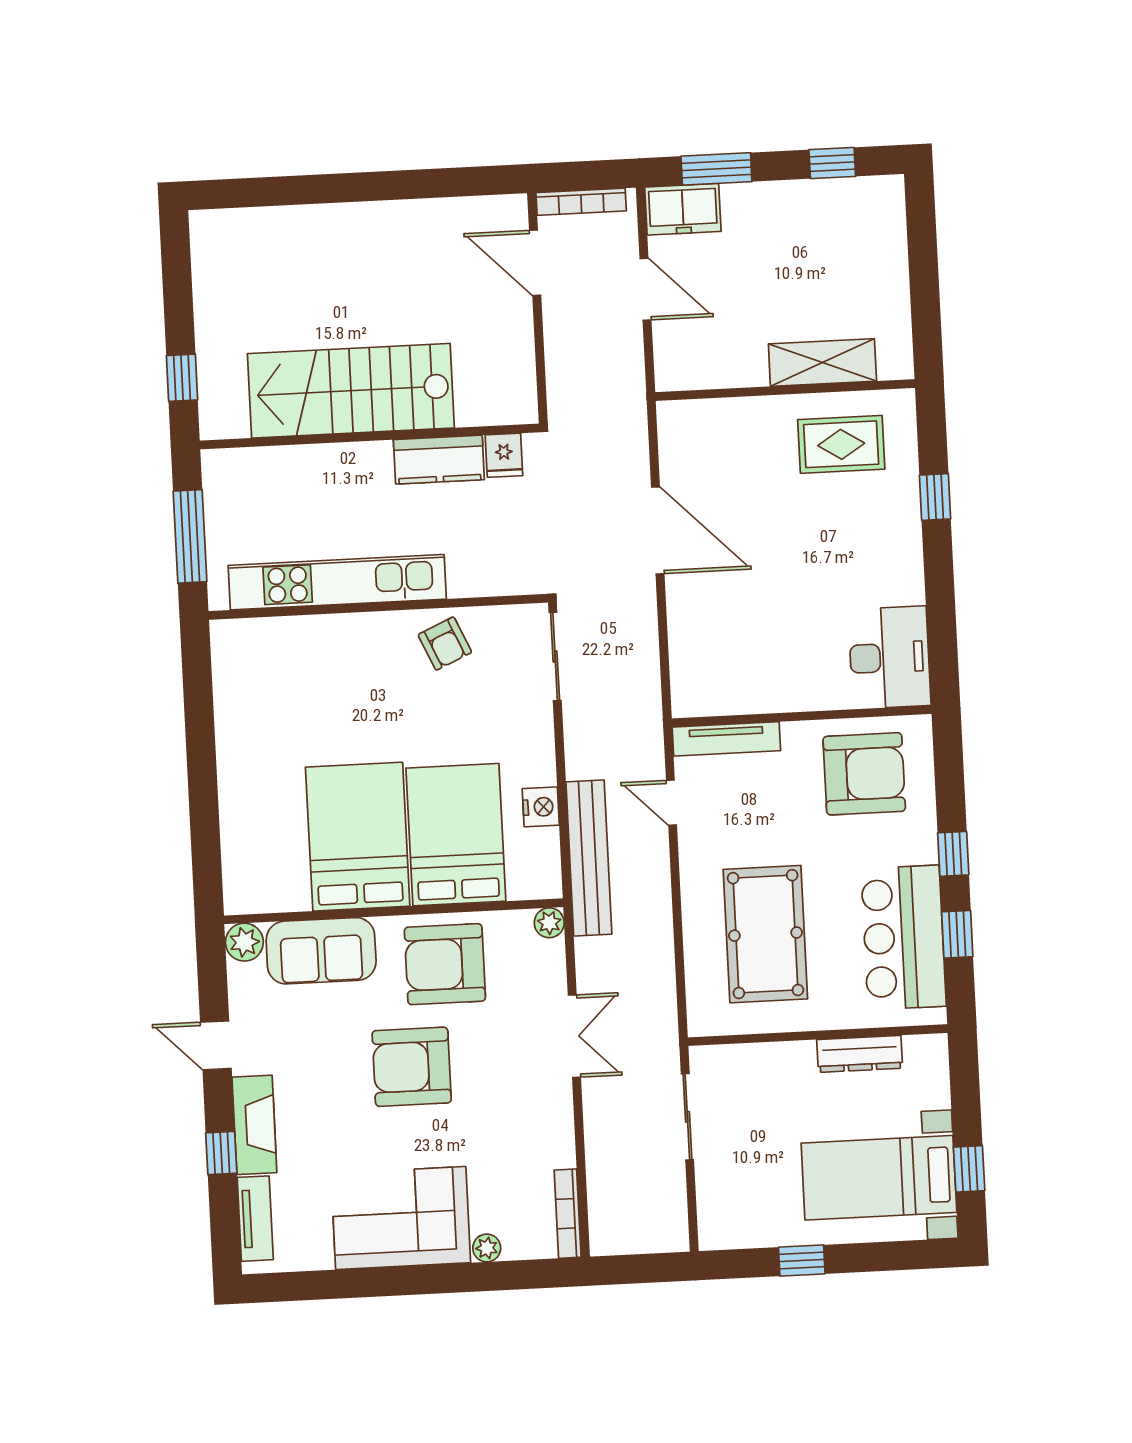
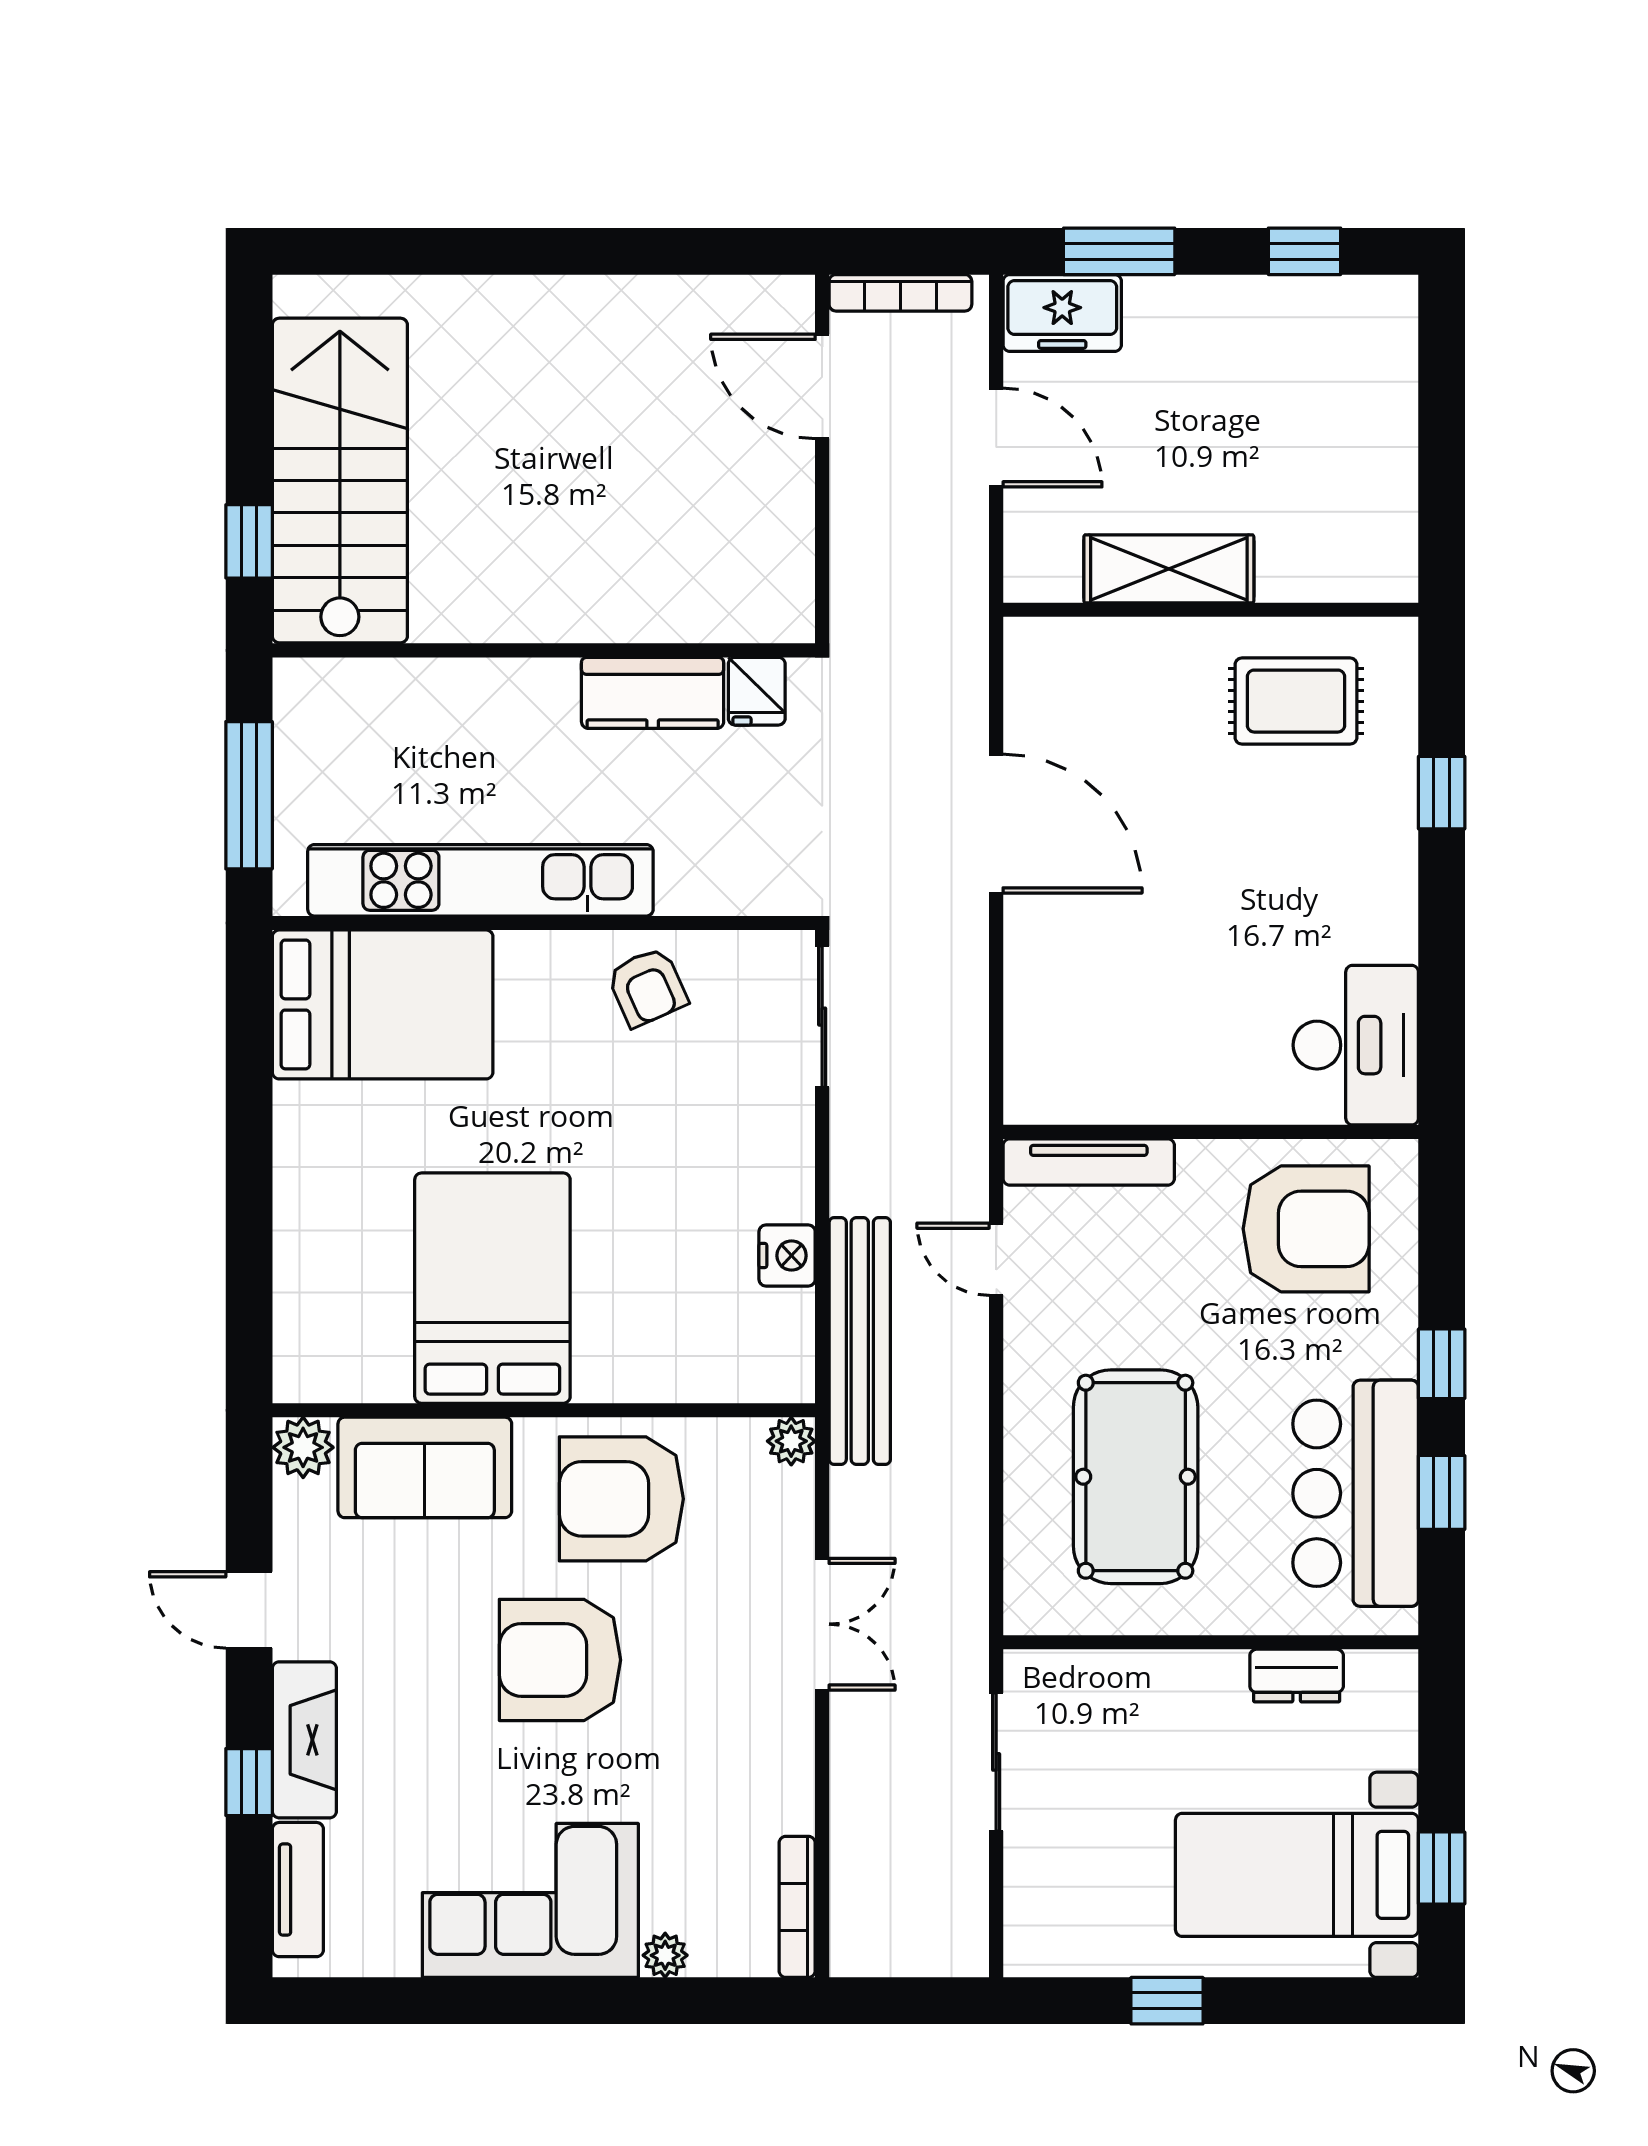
shelving: (822, 362) -> (1169, 569), moved
stairs: (351, 391) -> (340, 480), moved, turned 90
bed: (456, 835) -> (383, 1004), moved, turned 90
dresser: (860, 1054) -> (1297, 1676), width x0.70

